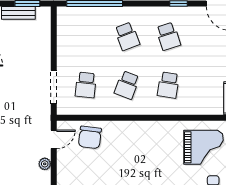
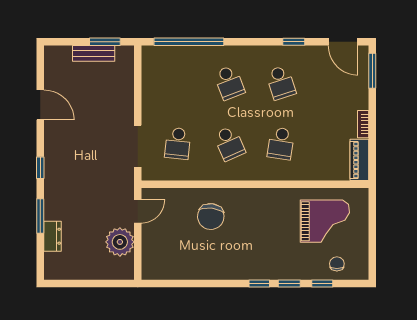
school desk: (127, 85) -> (229, 143), turned -45
chair: (90, 137) -> (211, 217), moved
plant: (45, 164) -> (120, 242), width x1.88, depth x1.88

